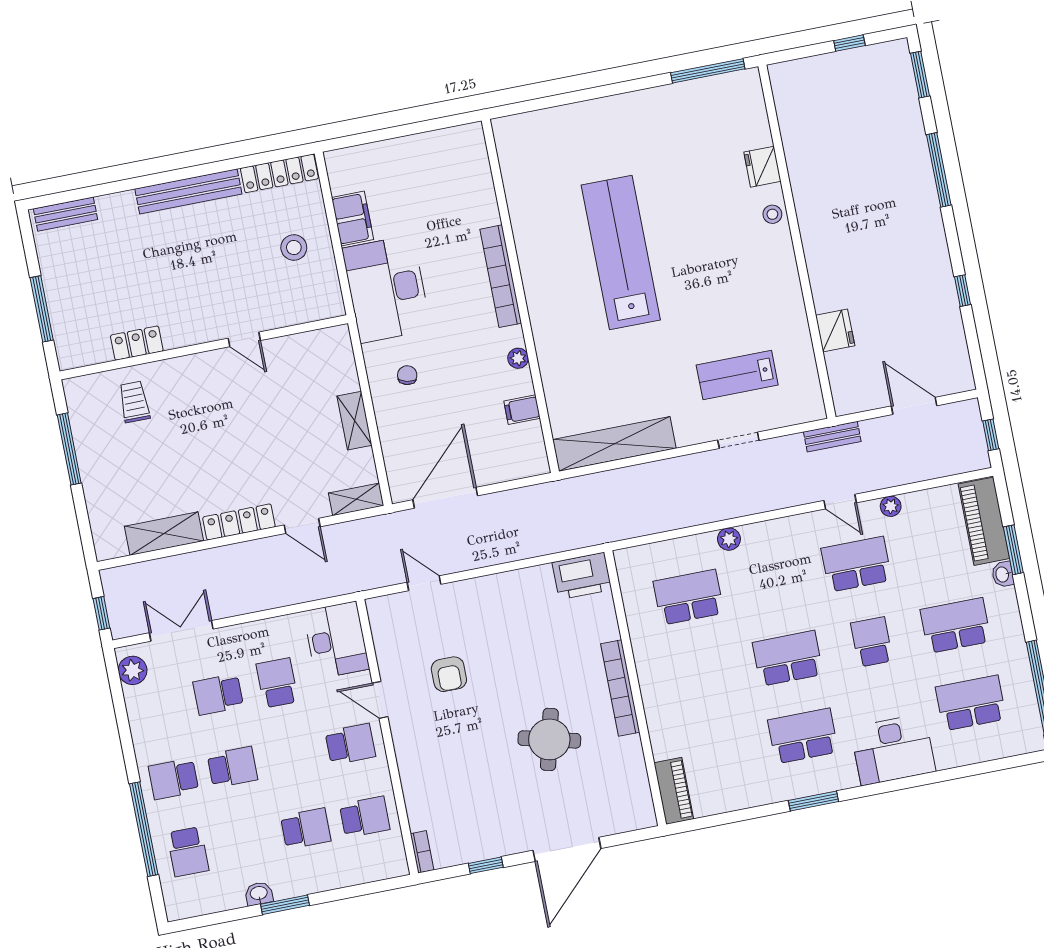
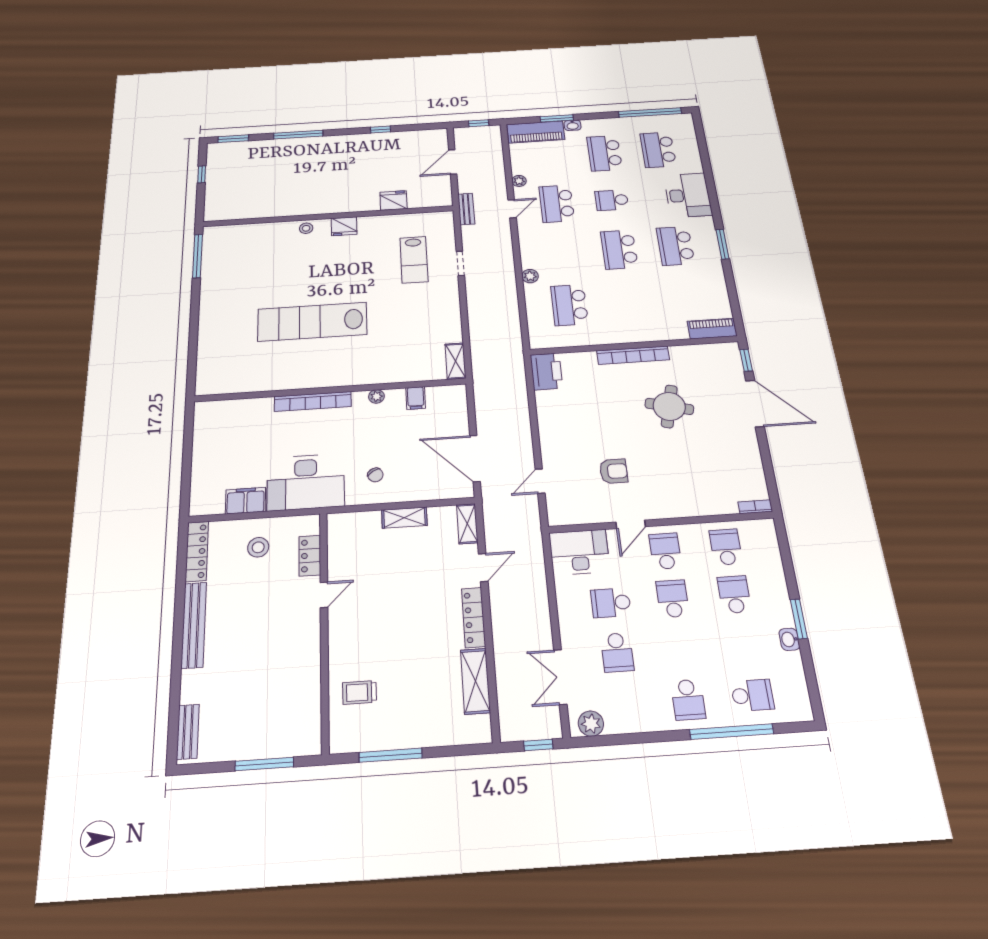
fridge: (762, 167) -> (344, 226), moved
locker: (137, 343) -> (310, 556), moved
chair: (407, 375) -> (375, 475), turned -134
shelving: (614, 444) -> (455, 361), width x0.45, depth x0.75
school desk: (232, 767) -> (673, 599), moved
window: (486, 865) -> (746, 360), moved

